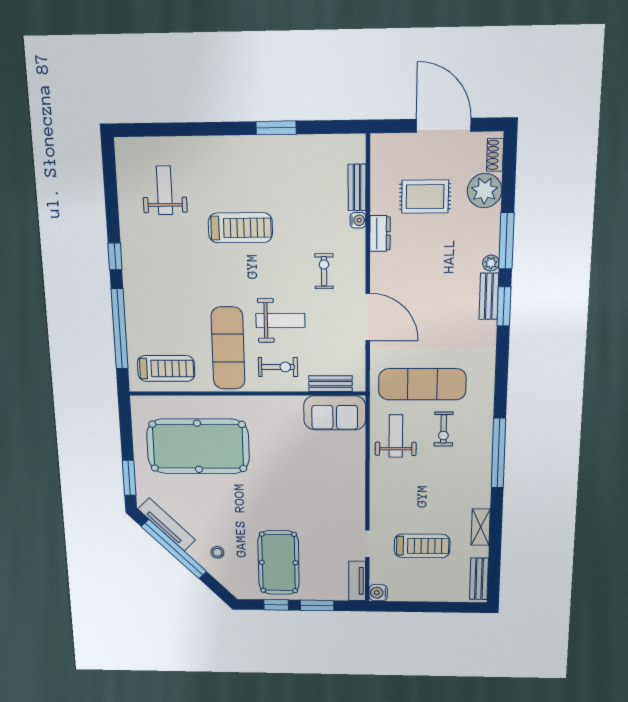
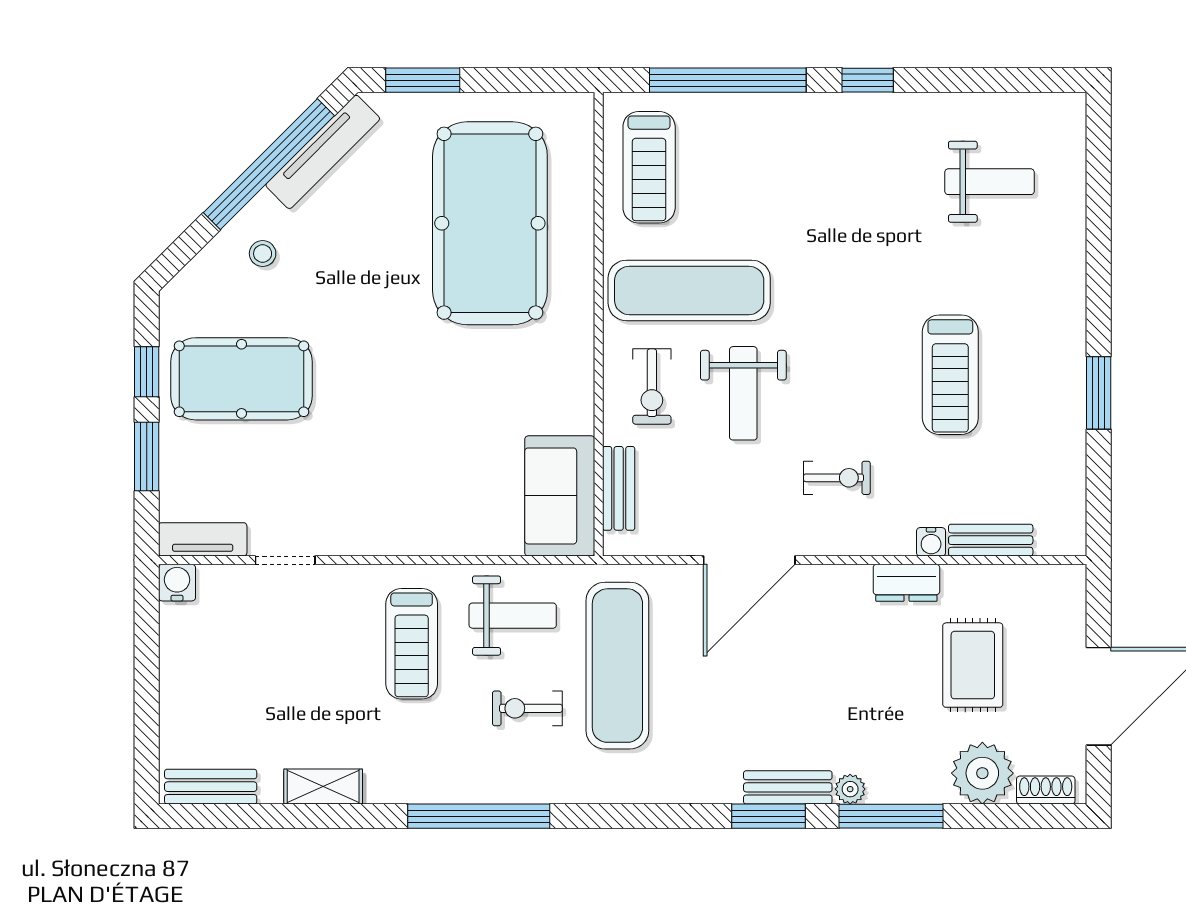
treadmill: (240, 228) -> (950, 375), moved
treadmill: (422, 546) -> (412, 644), moved

